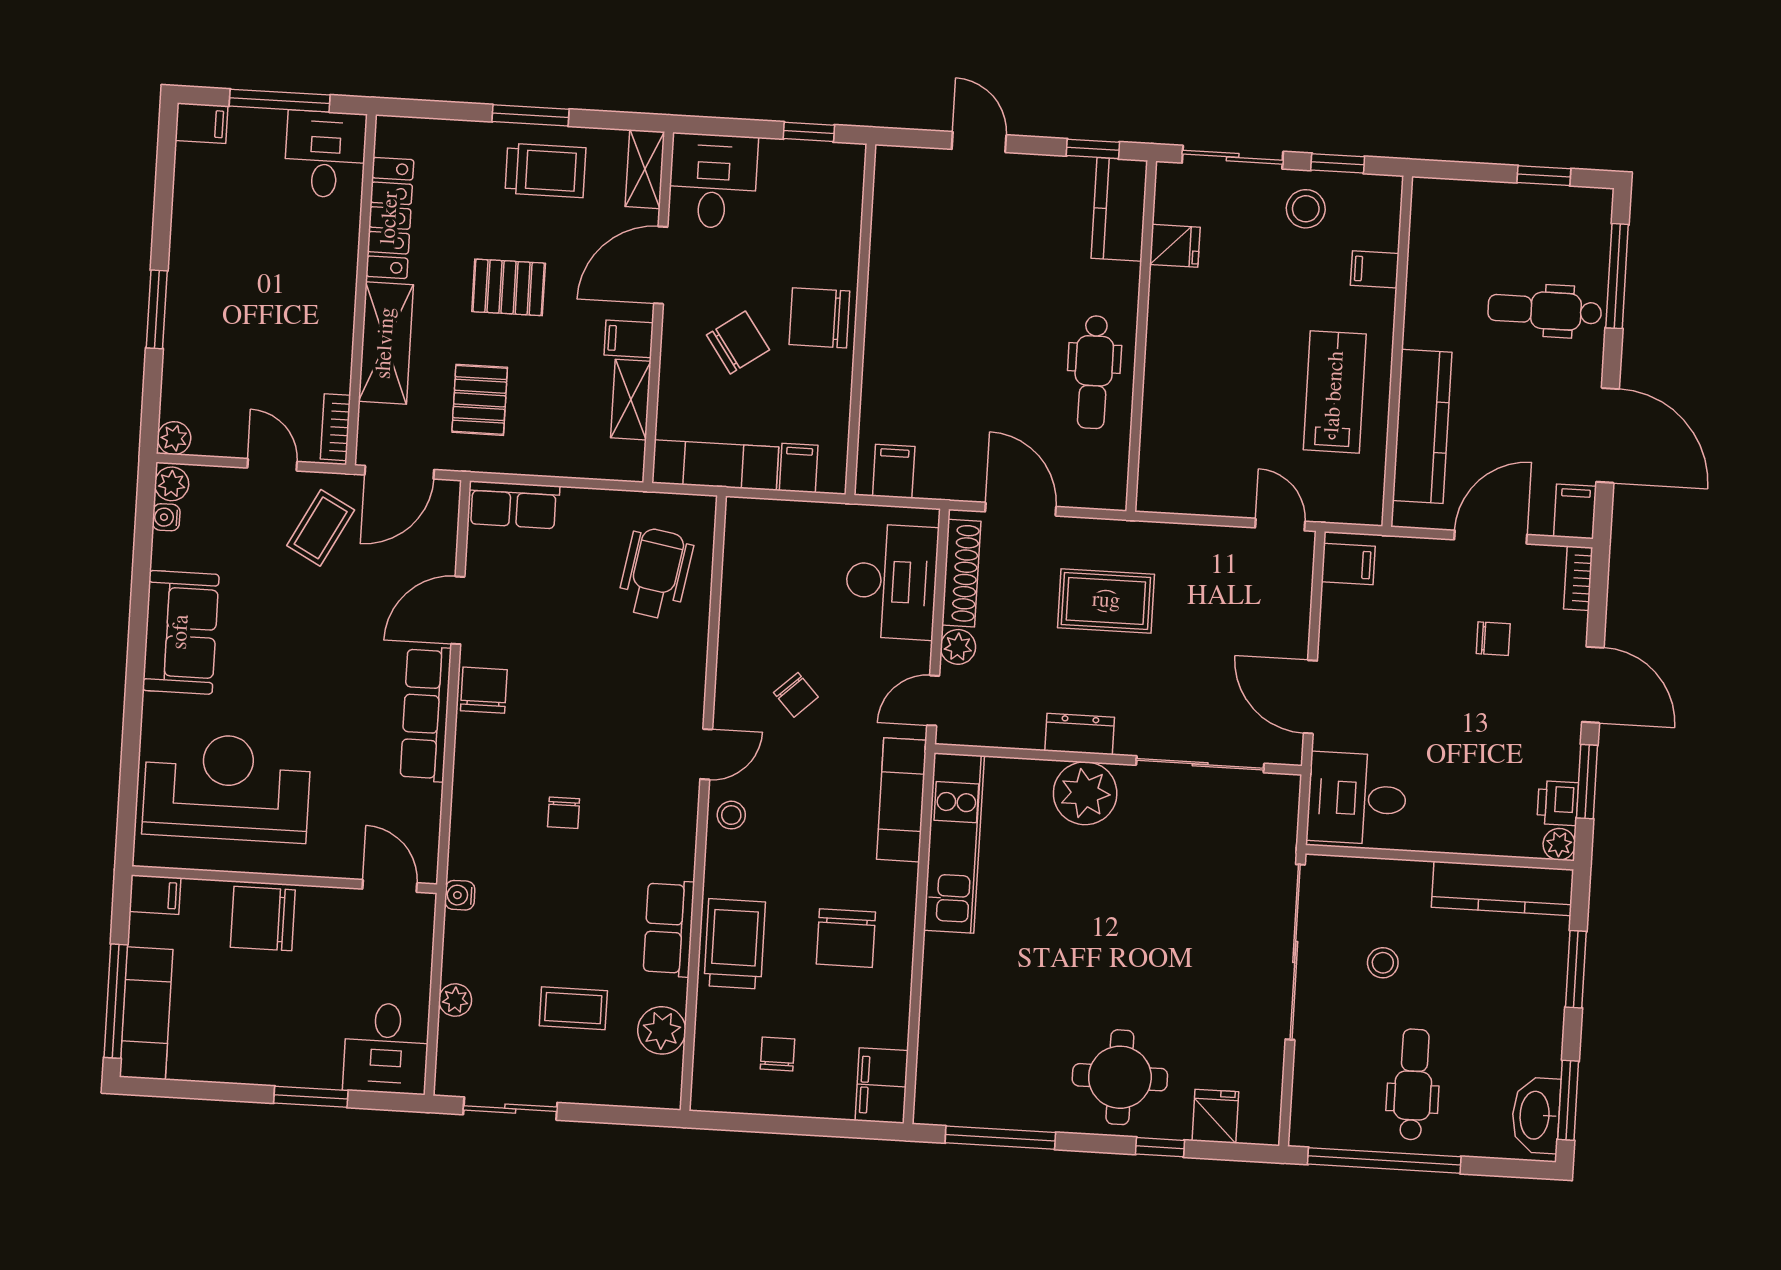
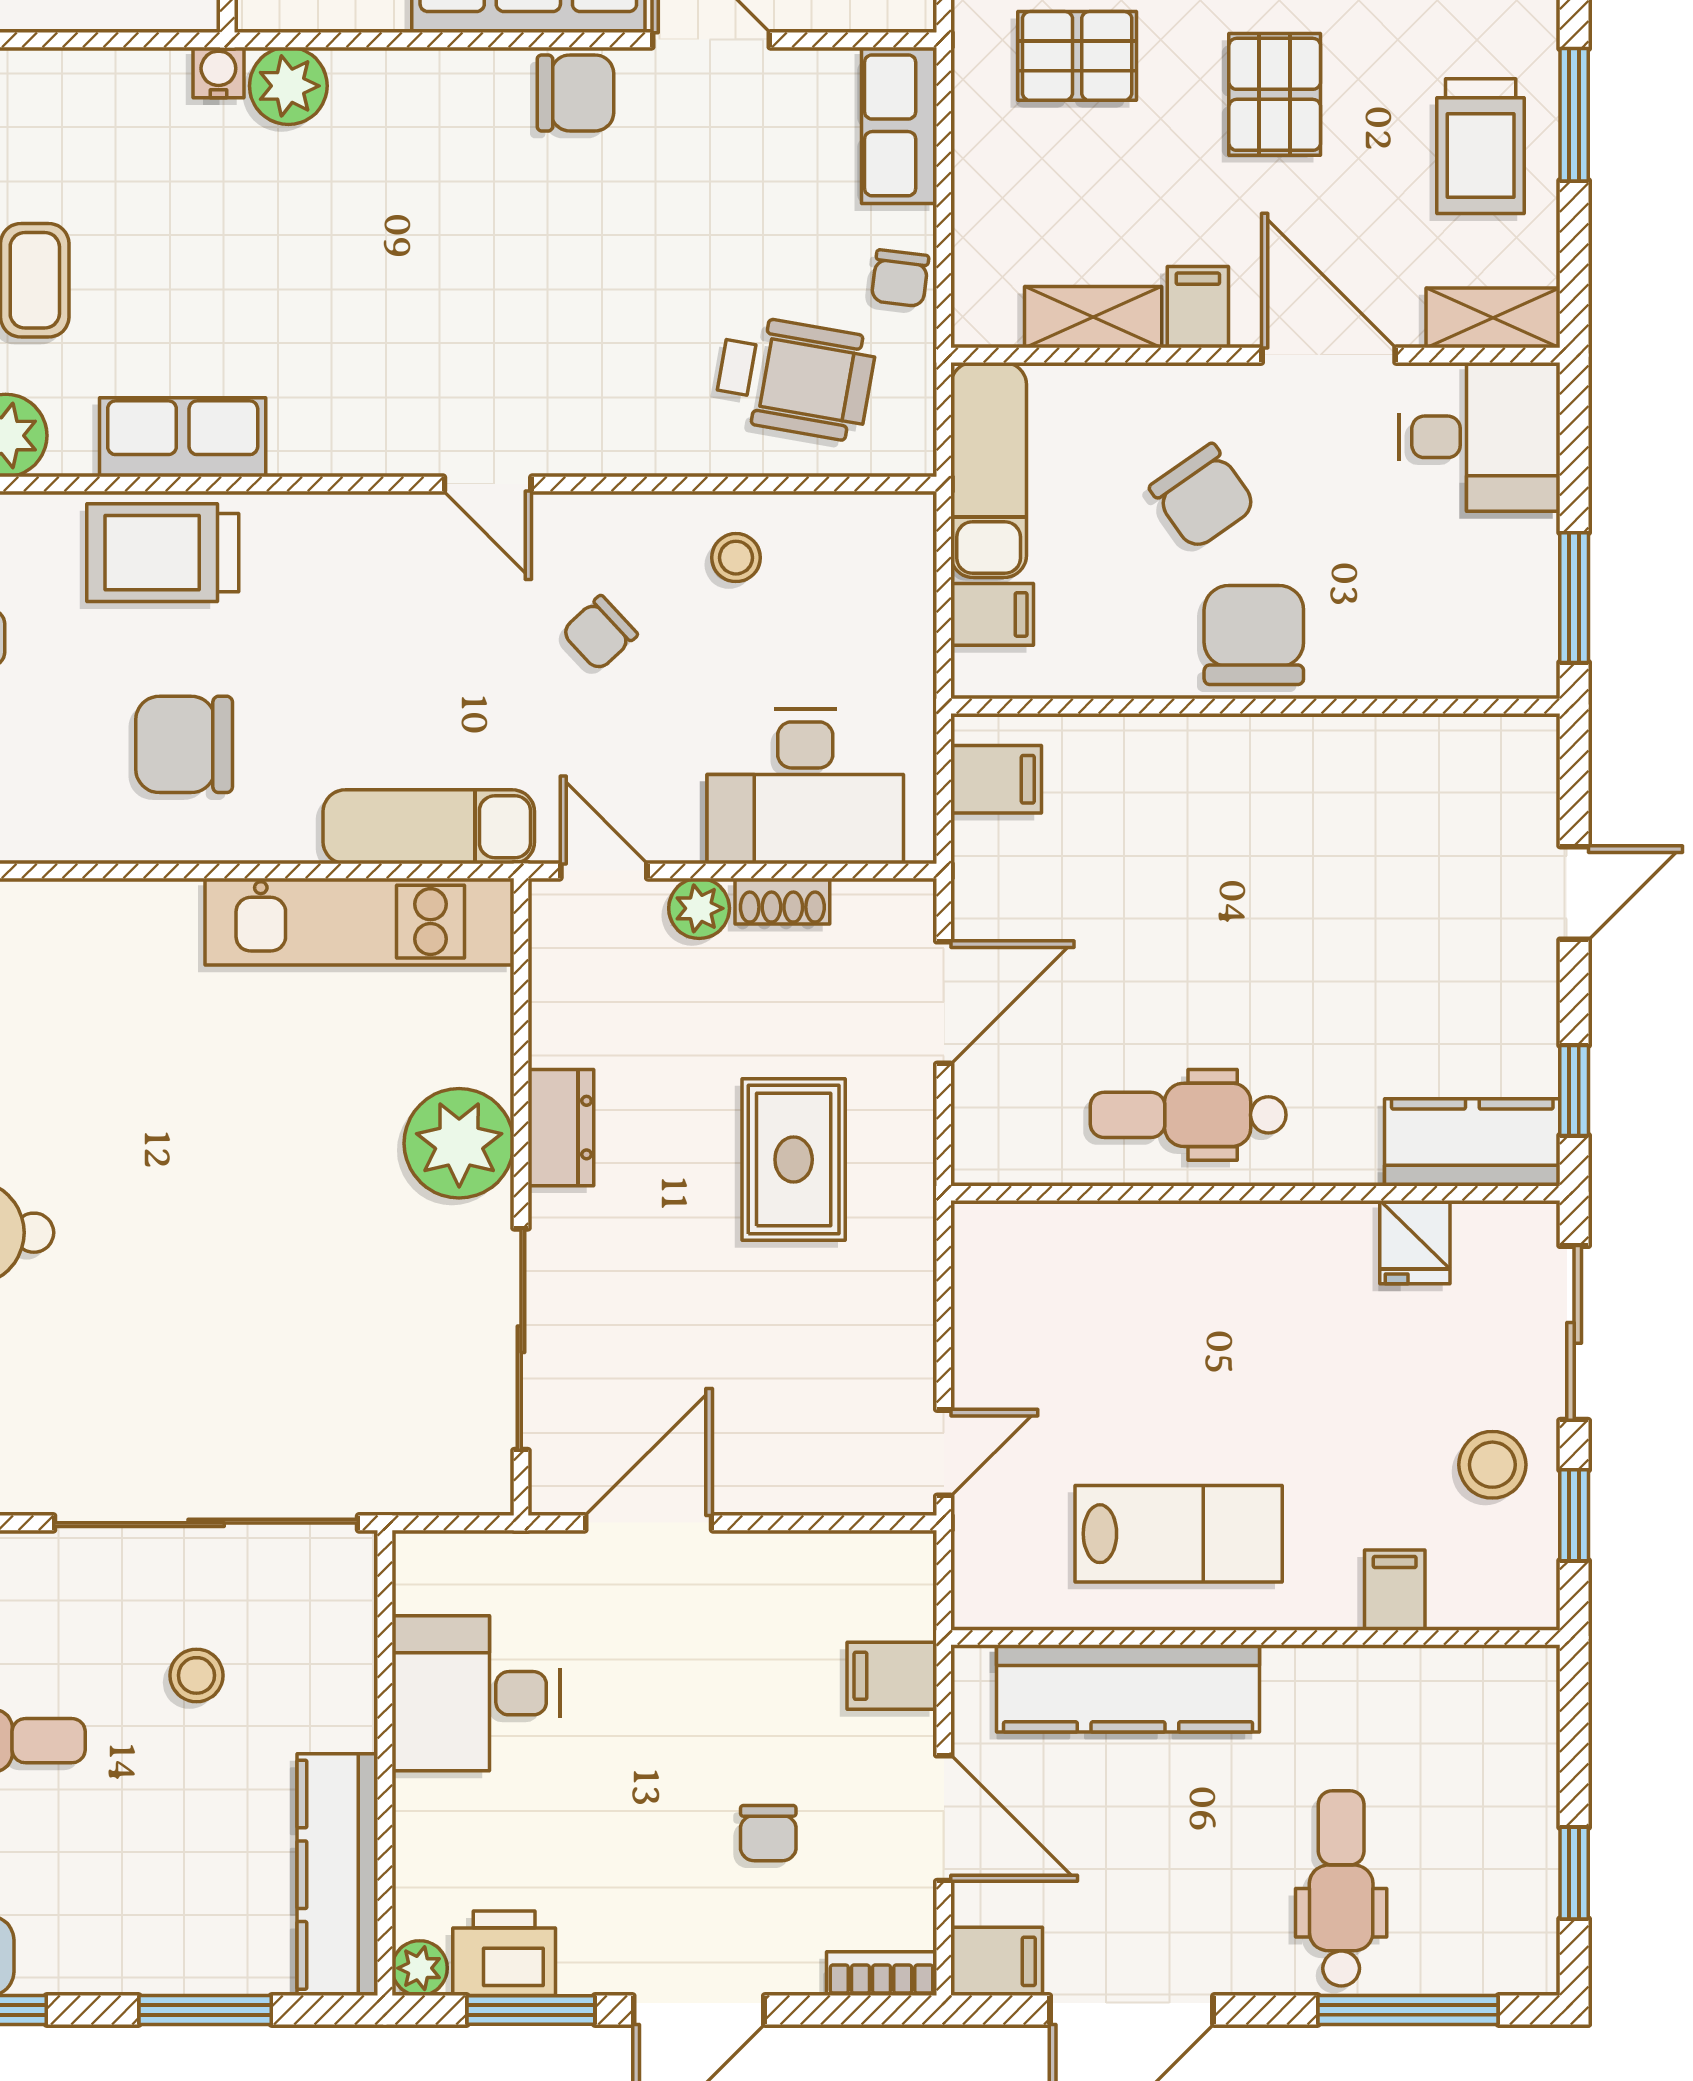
window: (809, 132) -> (1574, 598), width x1.50
filing cabinet: (1348, 564) -> (892, 1676), moved, turned 90
shoe rack: (961, 573) -> (782, 901), width x0.51, depth x0.81
desk: (1357, 798) -> (476, 1693), moved, turned -90
printer: (1558, 803) -> (504, 1953), width x1.36, depth x1.24
chair: (564, 813) -> (900, 278), moved, turned -83
stool: (731, 815) -> (736, 558), moved
trolley: (735, 944) -> (163, 553), turned 180
plant: (455, 1000) -> (288, 86), moved, width x1.38, depth x1.38

